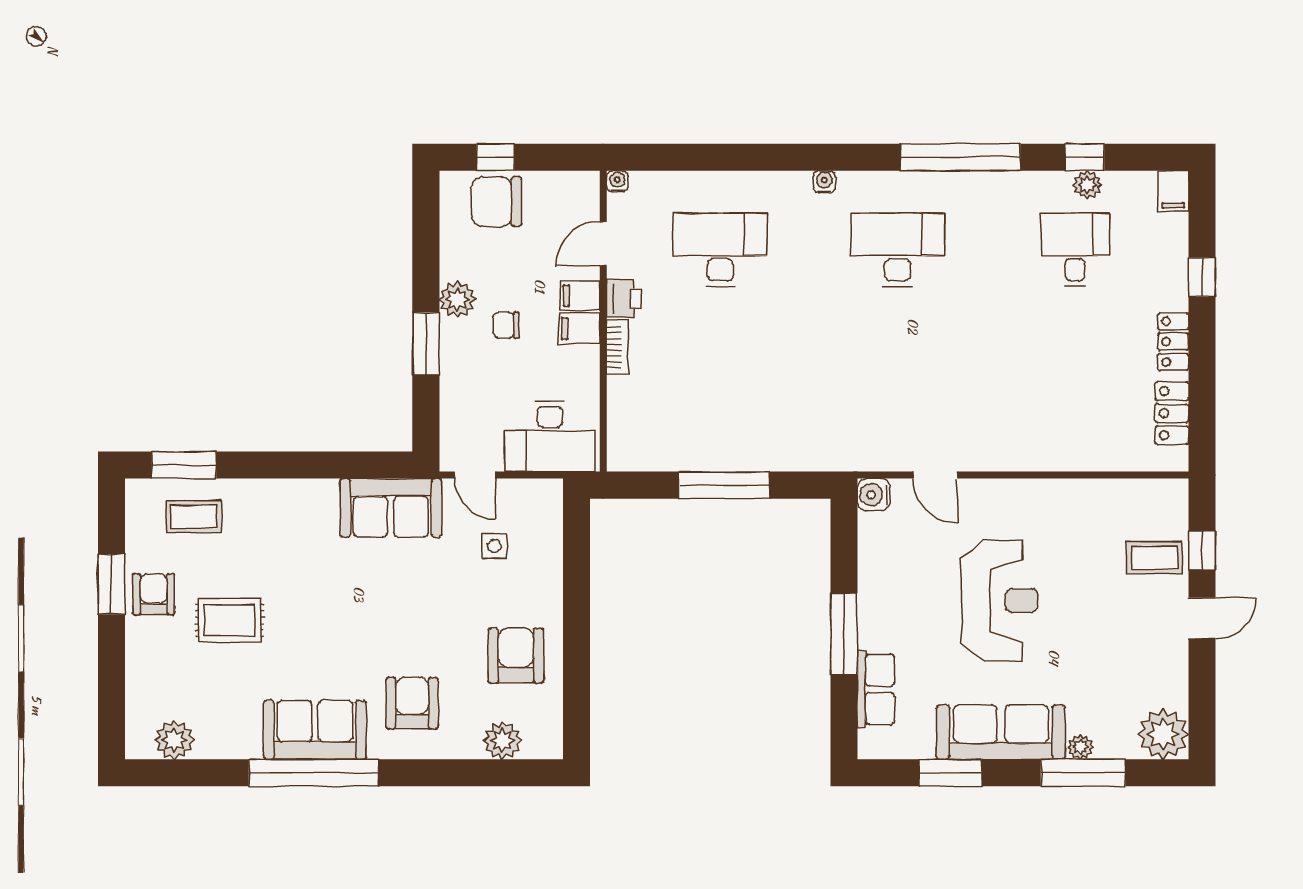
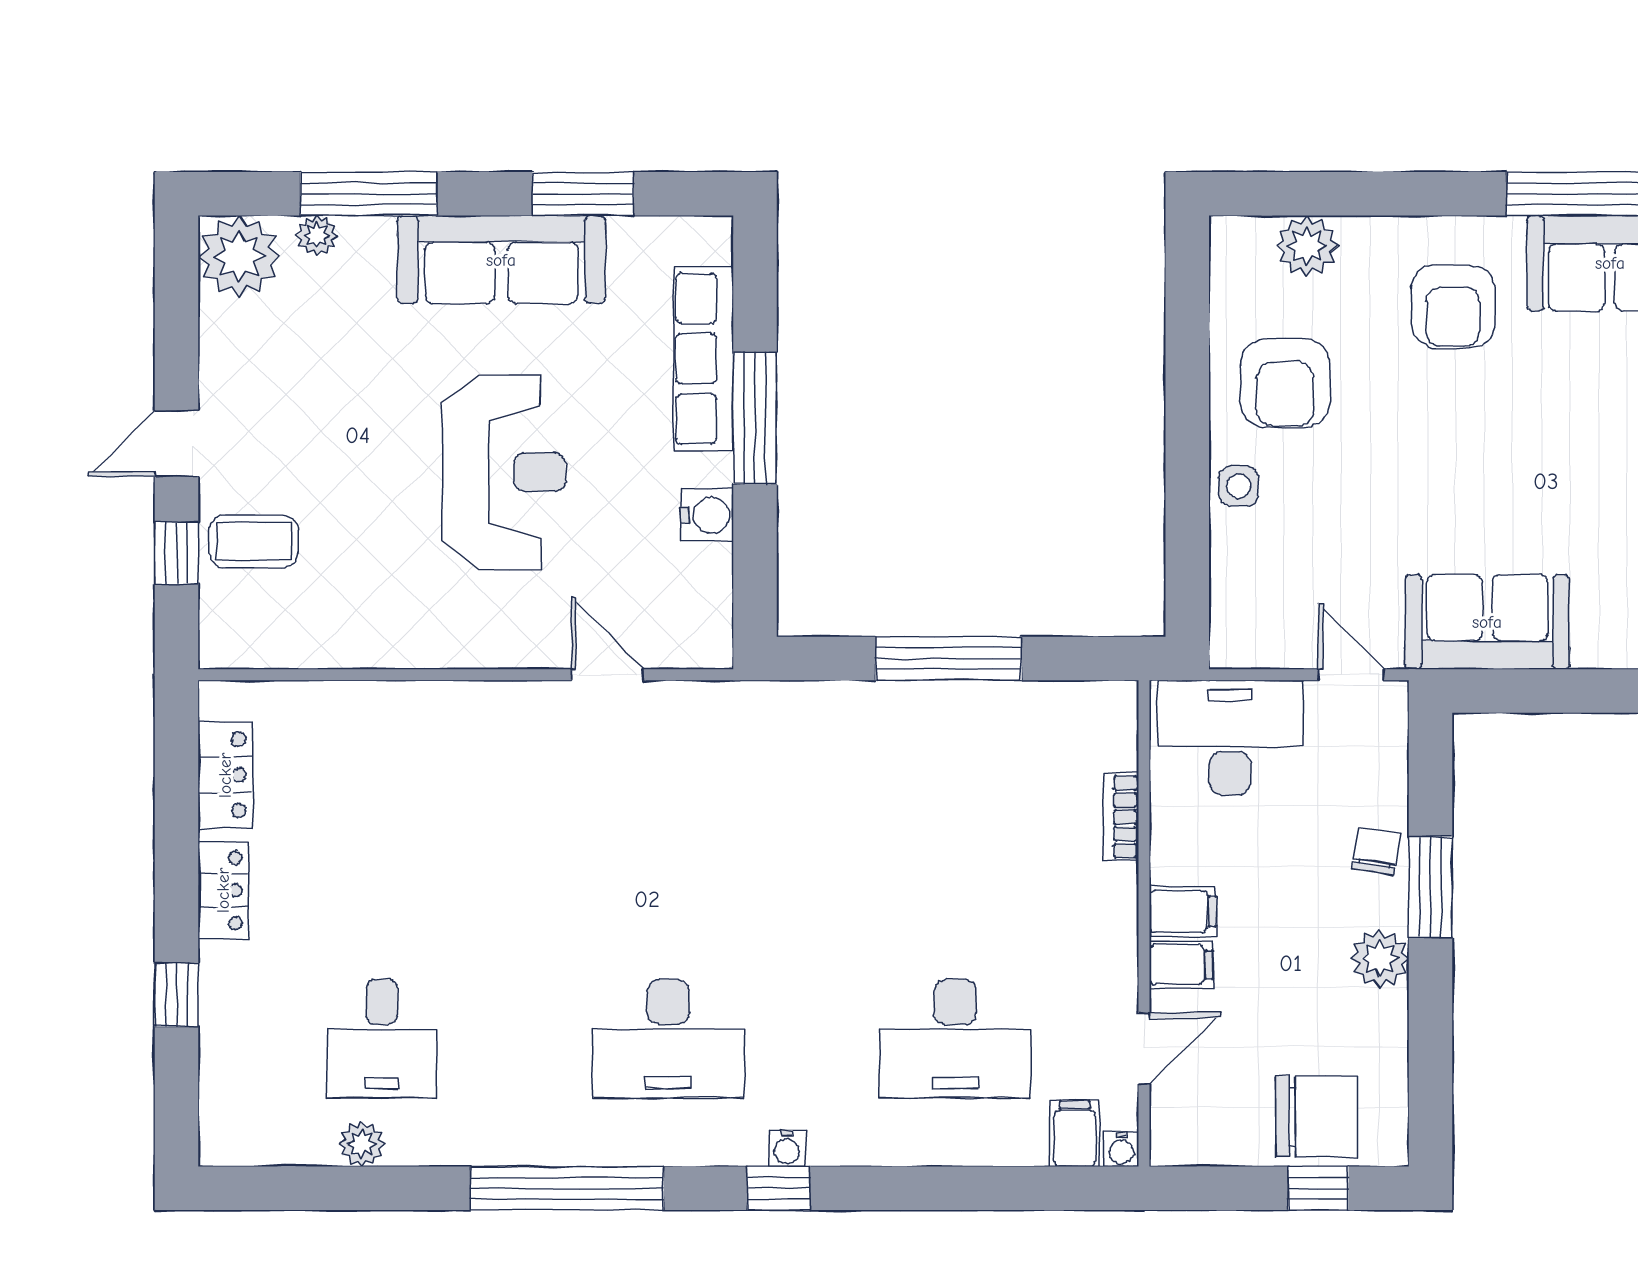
window: (1085, 157) -> (779, 1188), moved
filing cabinet: (1173, 191) -> (1075, 1134), moved
printer: (624, 298) -> (1111, 960), removed
chair: (506, 325) -> (1376, 851), moved, turned -81
bookcase: (617, 347) -> (1121, 817), moved
water cooler: (874, 495) -> (707, 515), moved
side table: (494, 546) -> (1238, 486), moved
reception desk: (999, 601) -> (504, 472), turned 180
row of seats: (876, 689) -> (703, 359), width x1.48
plant: (1080, 747) -> (317, 236), moved

